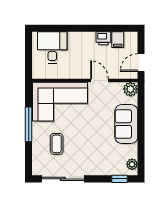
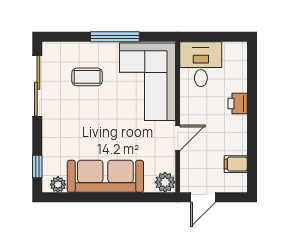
printer: (103, 38) -> (238, 104), moved
desk: (52, 47) -> (201, 64), moved, turned -90
door: (141, 63) -> (203, 197), swing flipped
sofa: (126, 124) -> (105, 176), width x1.36

